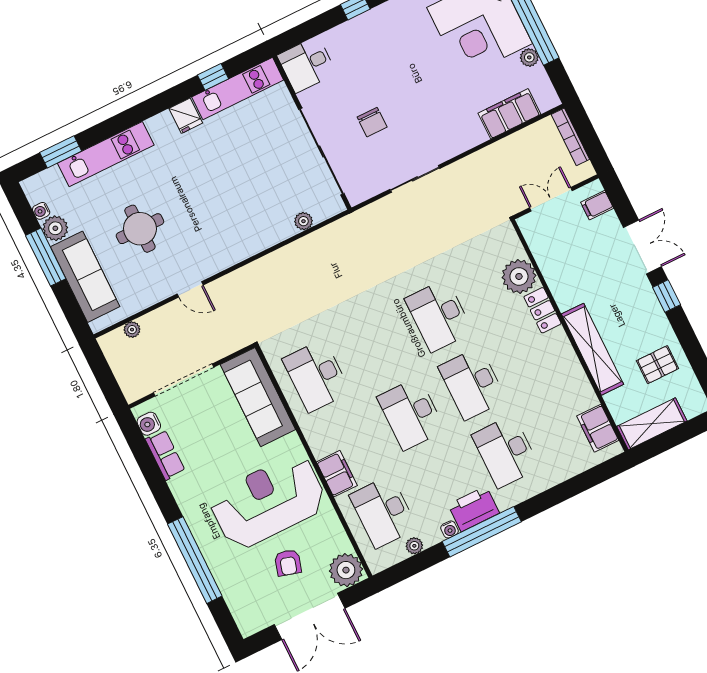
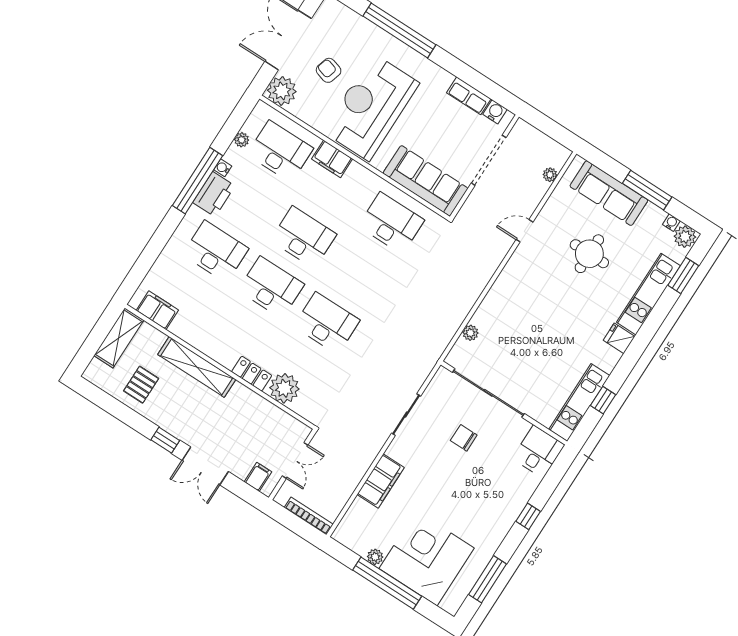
filing cabinet: (509, 114) -> (381, 481), moved
fridge: (186, 116) -> (619, 338), moved
plant: (55, 228) -> (685, 237), moved
reception desk: (268, 501) -> (371, 107), turned 180

